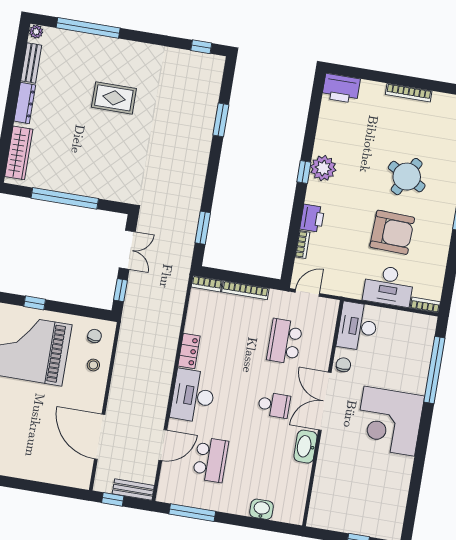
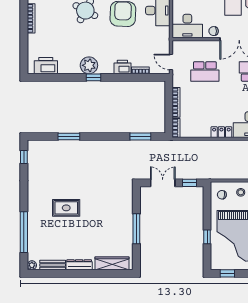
printer: (341, 88) -> (46, 66), moved, turned -90
rug: (114, 98) -> (66, 208), turned 90
window: (65, 198) -> (136, 229), width x0.68

